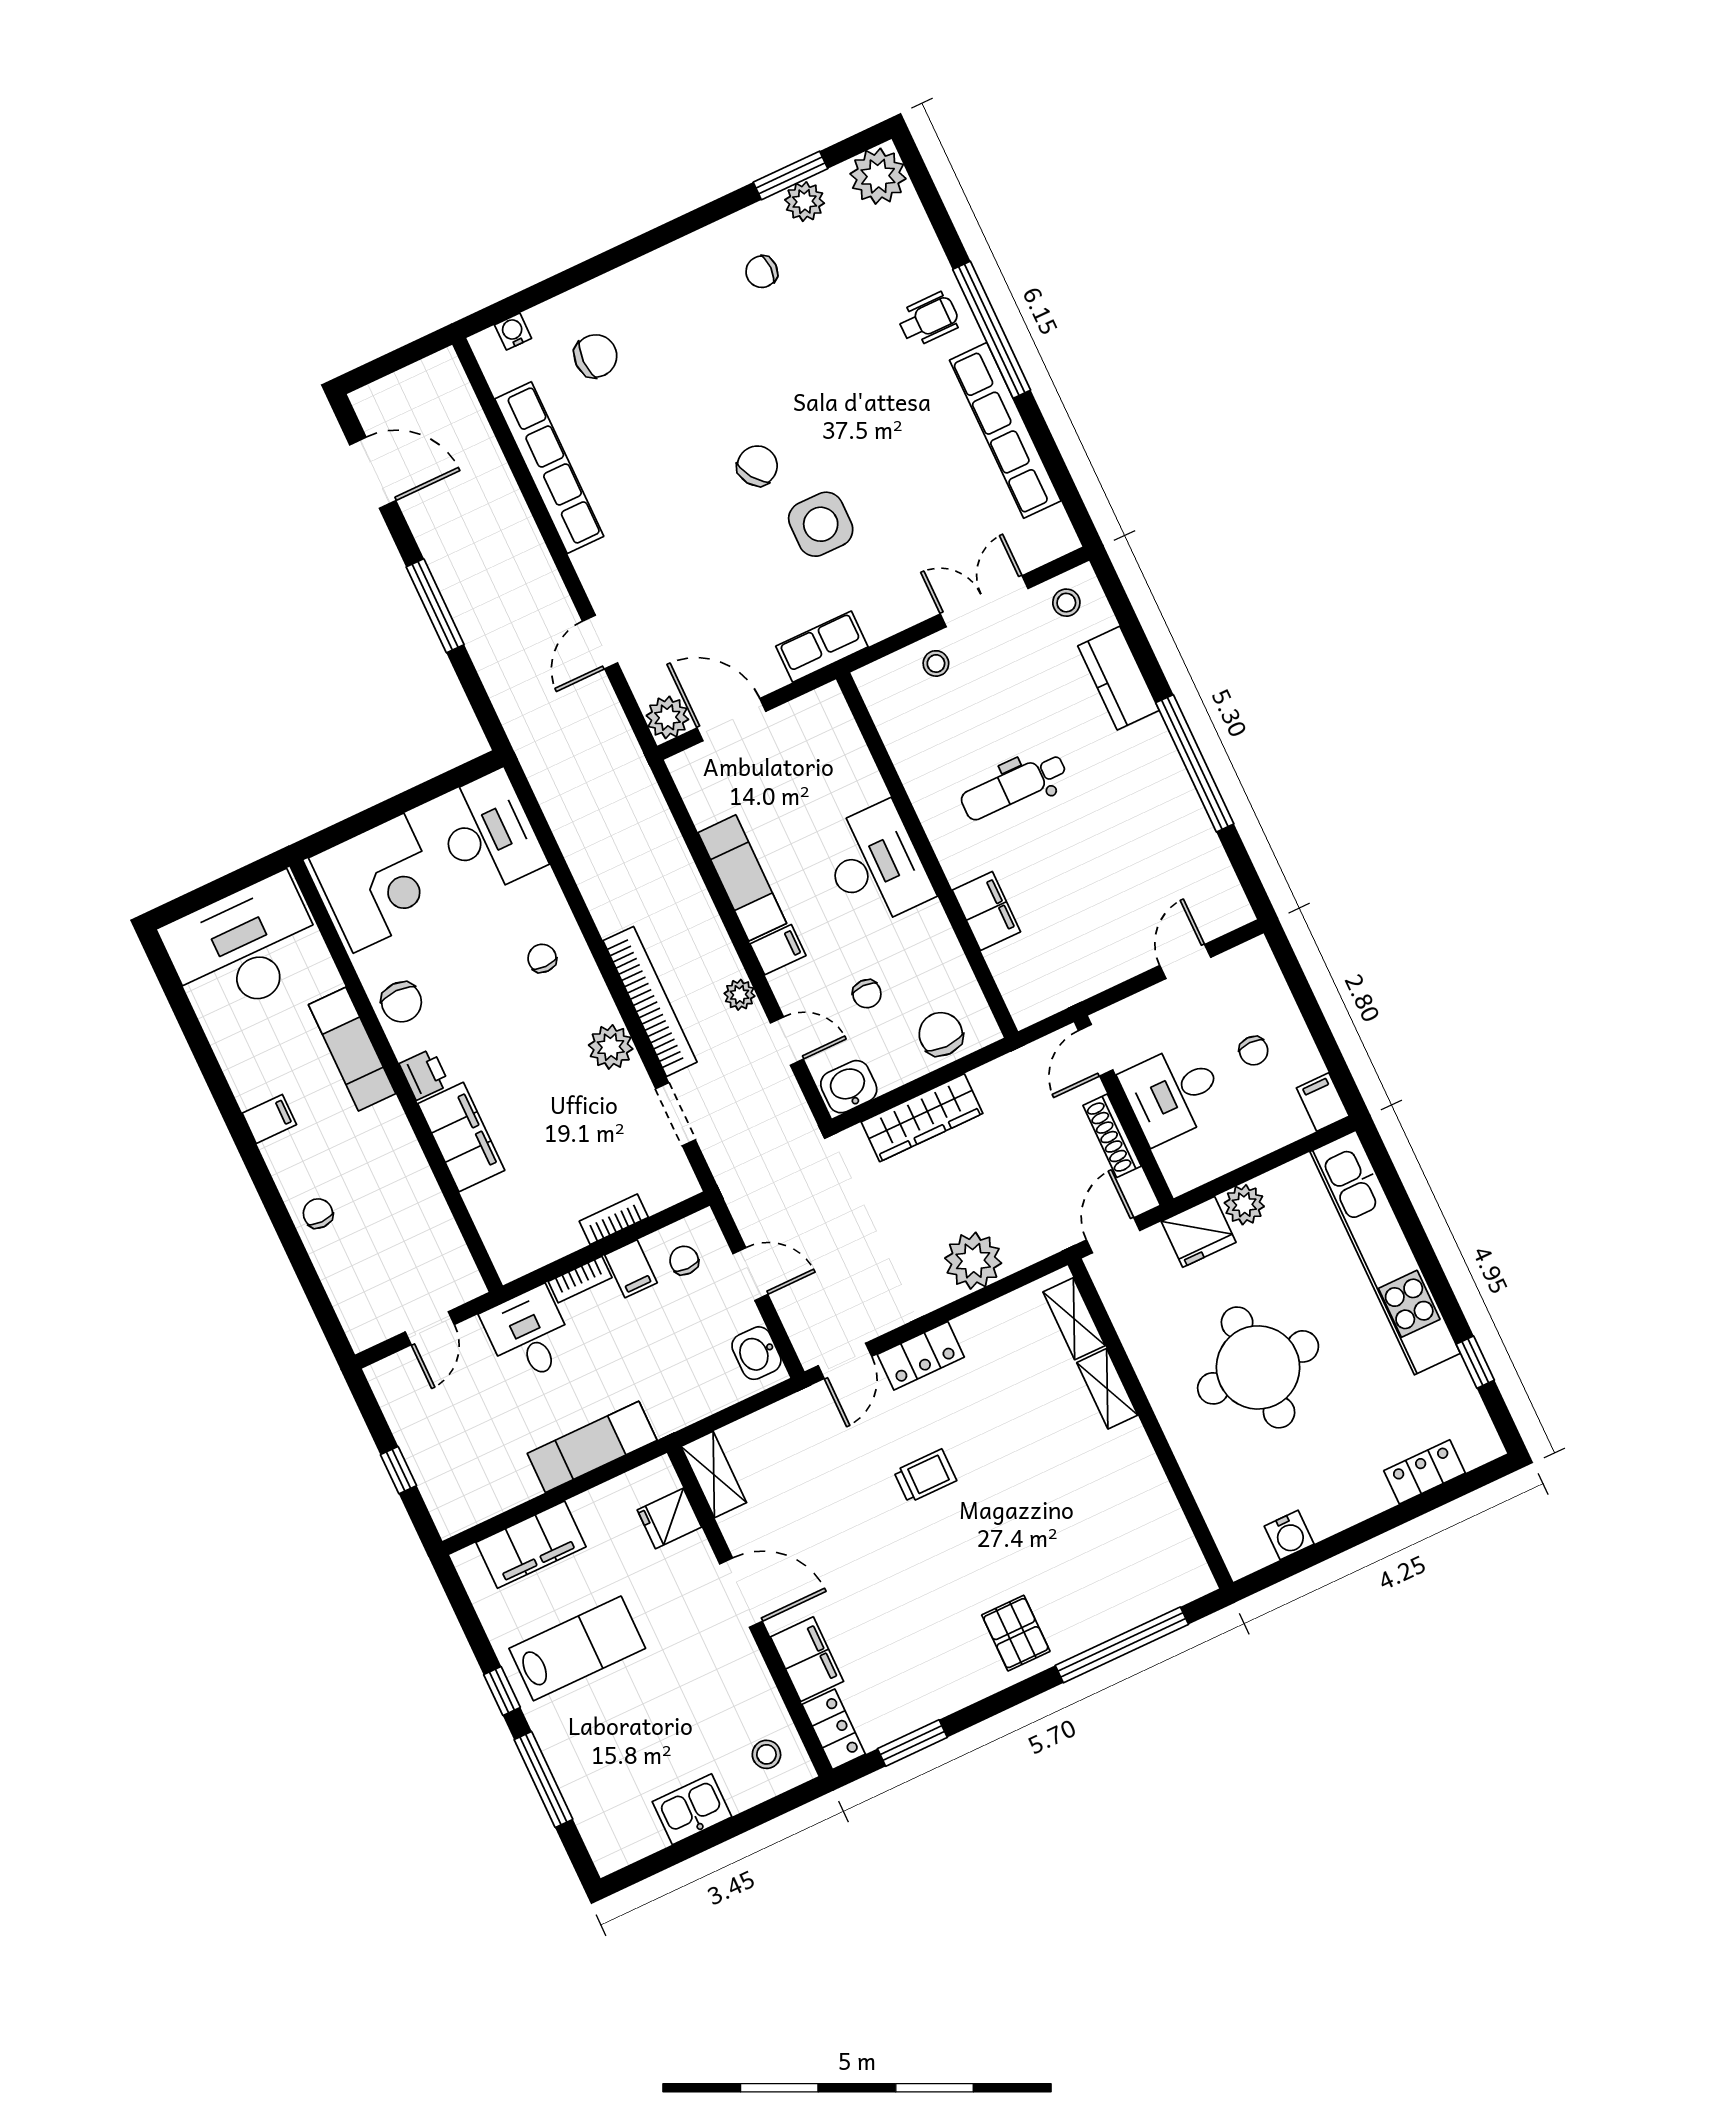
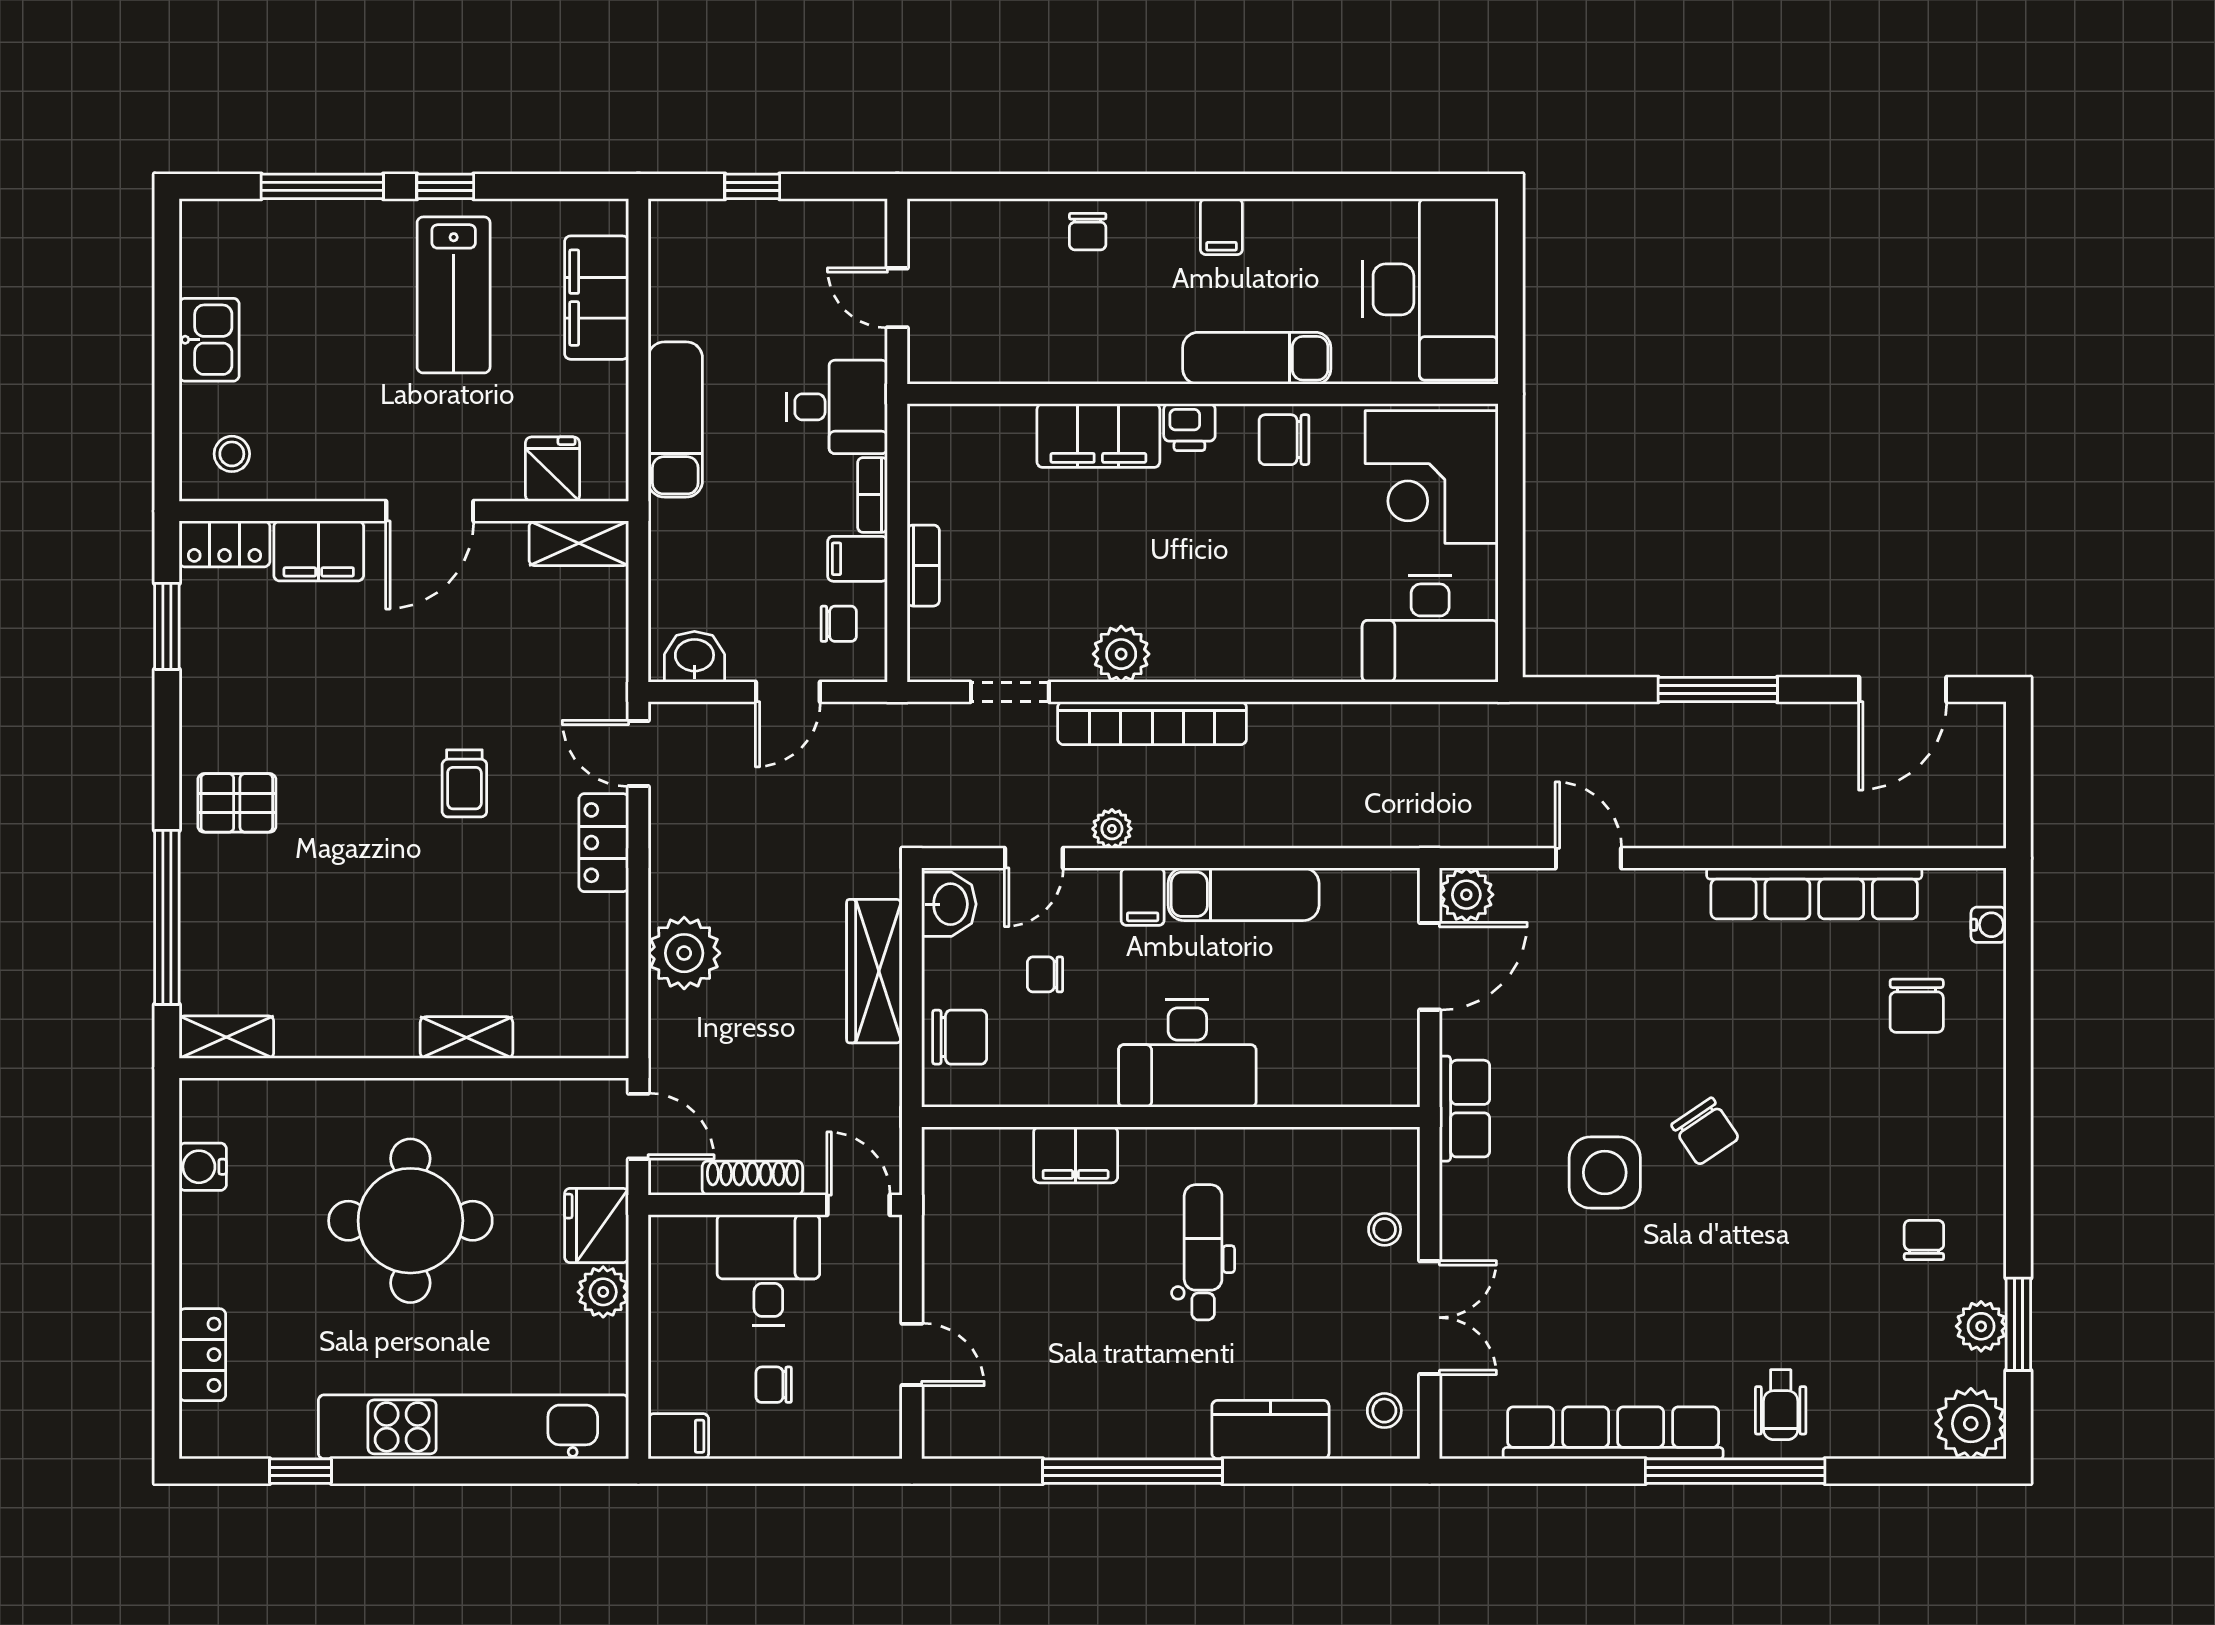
chair: (542, 958) -> (1259, 623), removed
chair: (318, 1213) -> (1088, 232), turned 90
shelving: (1074, 1319) -> (226, 1037), moved

